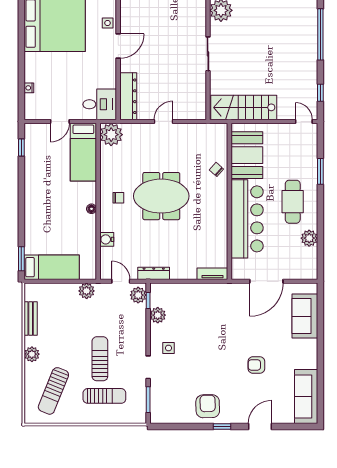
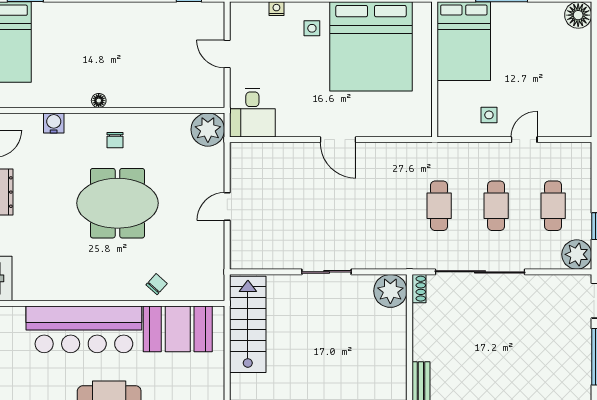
side table: (108, 23) -> (312, 28), moved
dresser: (128, 96) -> (264, 155), removed
door: (164, 121) -> (227, 206), swing flipped
bed: (83, 152) -> (182, 89), removed
meeting table: (161, 196) -> (117, 203), turned 90

